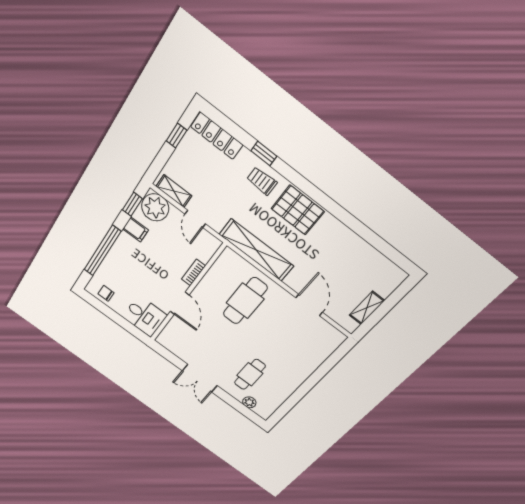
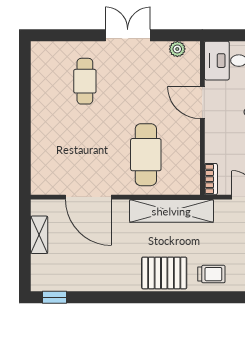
window: (264, 154) -> (54, 297), moved
bookcase: (193, 273) -> (211, 179), moved
door: (309, 305) -> (88, 197), width x1.36
plant: (249, 402) -> (177, 49), moved

